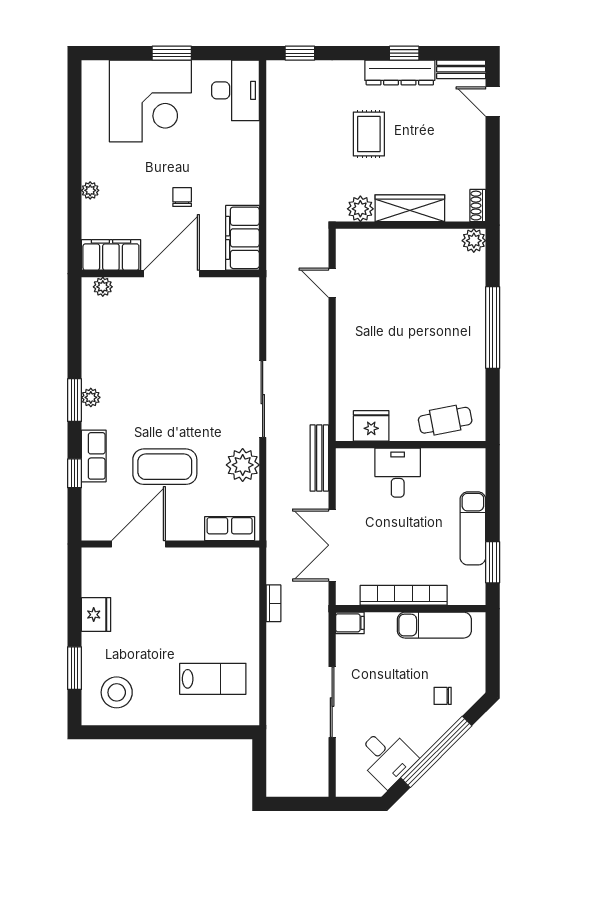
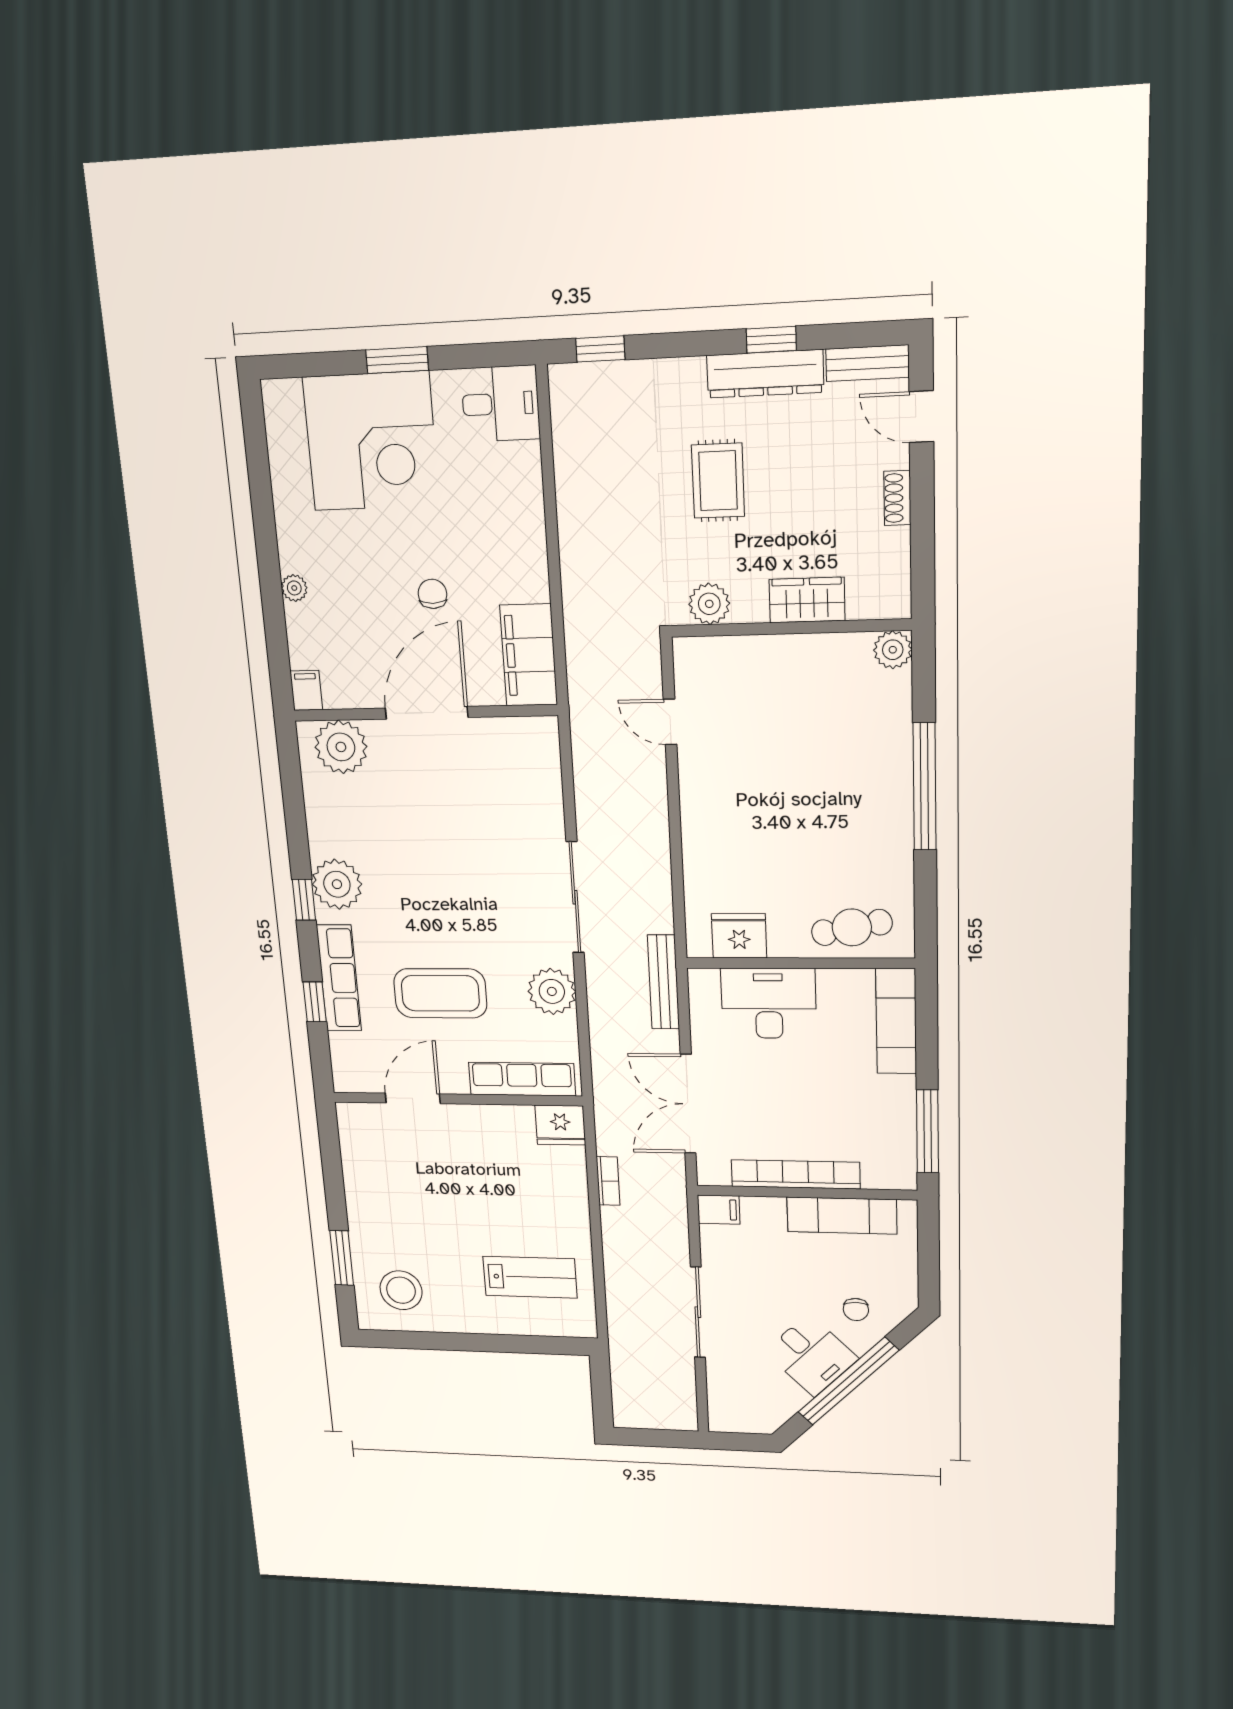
desk: (235, 90) -> (501, 404), width x0.73
shoe rack: (478, 206) -> (897, 498), moved
wardrobe: (410, 208) -> (807, 600), width x0.67
filing cabinet: (111, 255) -> (306, 690), width x0.33, depth x0.86
plant: (103, 287) -> (341, 747), width x1.88, depth x1.88
plant: (91, 397) -> (337, 884), width x1.88, depth x1.88
window: (74, 400) -> (304, 900), width x0.67
row of seats: (94, 456) -> (339, 978), width x1.48
desk: (398, 473) -> (769, 1003), width x1.37
exam couch: (473, 528) -> (896, 1021), moved
row of seats: (230, 529) -> (522, 1079), width x1.48
door: (138, 544) -> (413, 1098), width x0.73
window: (493, 562) -> (927, 1131), width x1.44
fridge: (96, 615) -> (560, 1125), moved, turned 90
chair: (443, 696) -> (856, 1310), turned -90
desk: (386, 757) -> (811, 1355), moved

